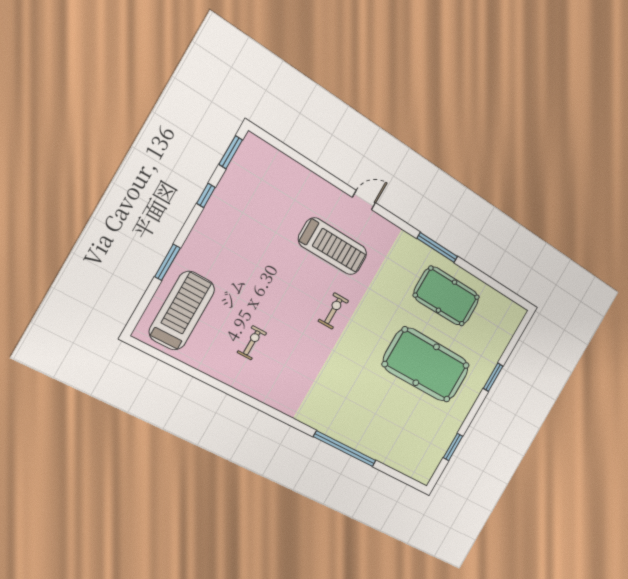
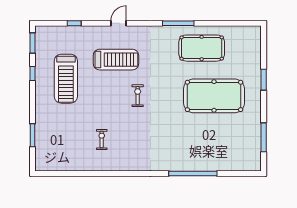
window: (305, 162) -> (74, 23), added
window: (167, 262) -> (33, 135), moved
treadmill: (182, 311) -> (66, 79), moved, turned 180
window: (453, 447) -> (264, 137), width x1.44

